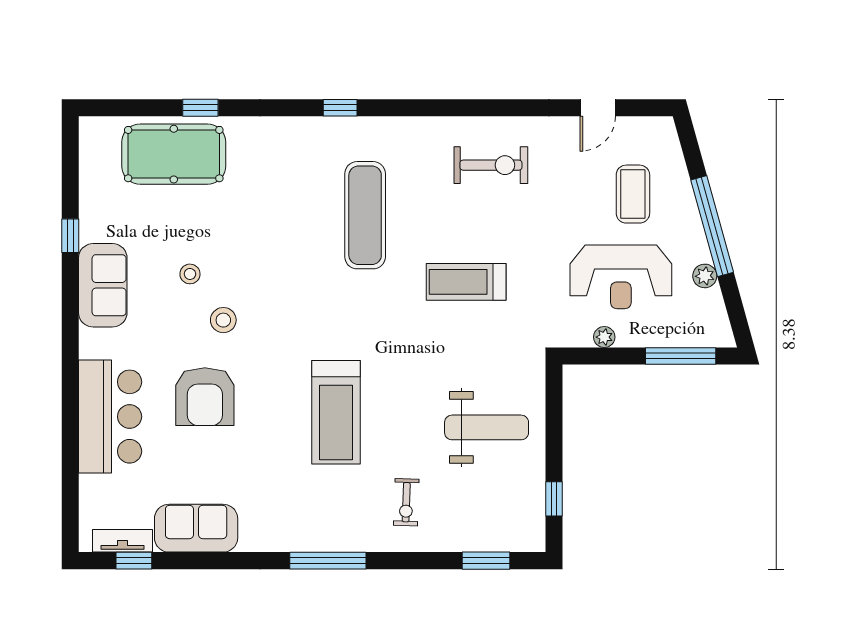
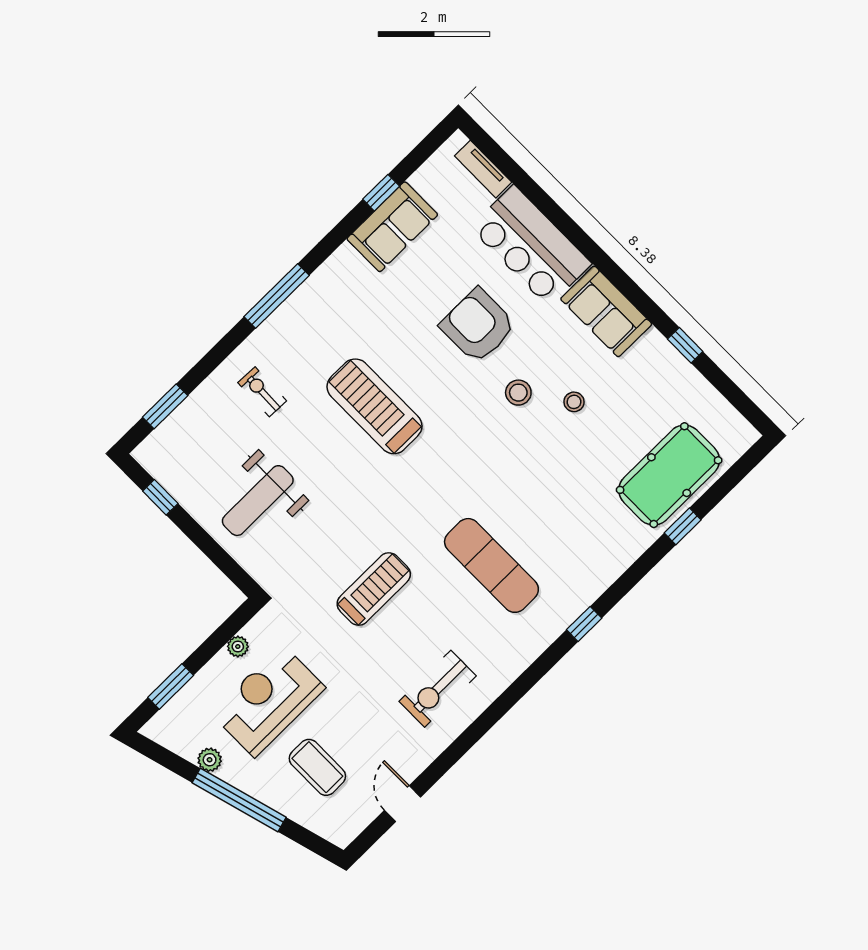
sofa: (103, 285) -> (606, 311), moved
window: (681, 356) -> (171, 686), width x0.69
tv unit: (123, 541) -> (483, 169), moved, turned 90
window: (134, 561) -> (381, 193), moved

